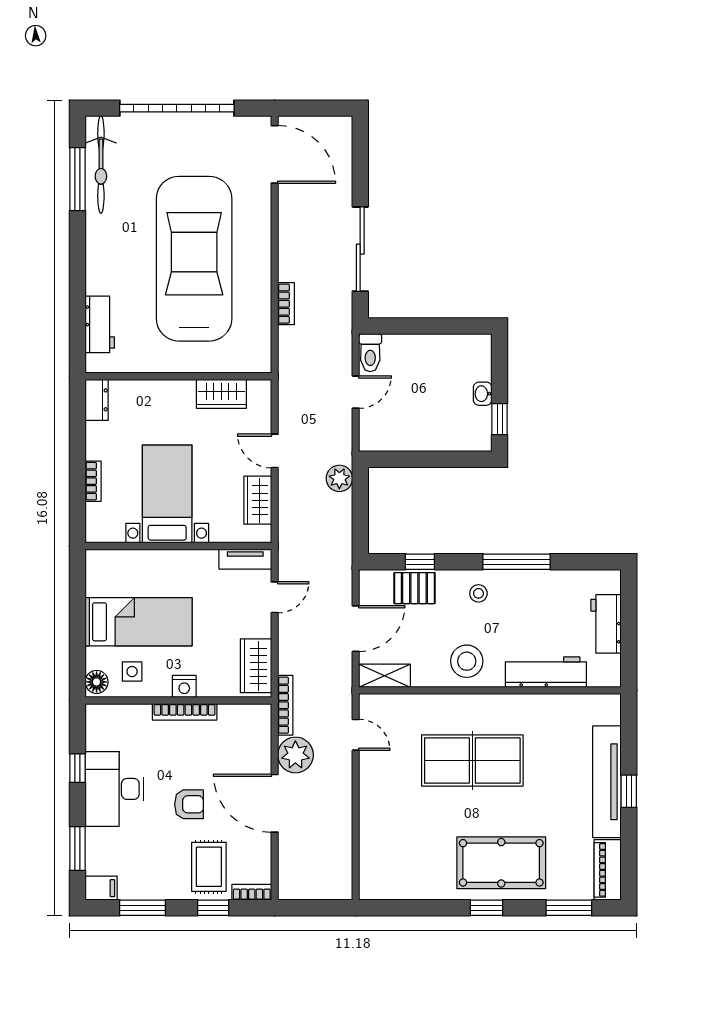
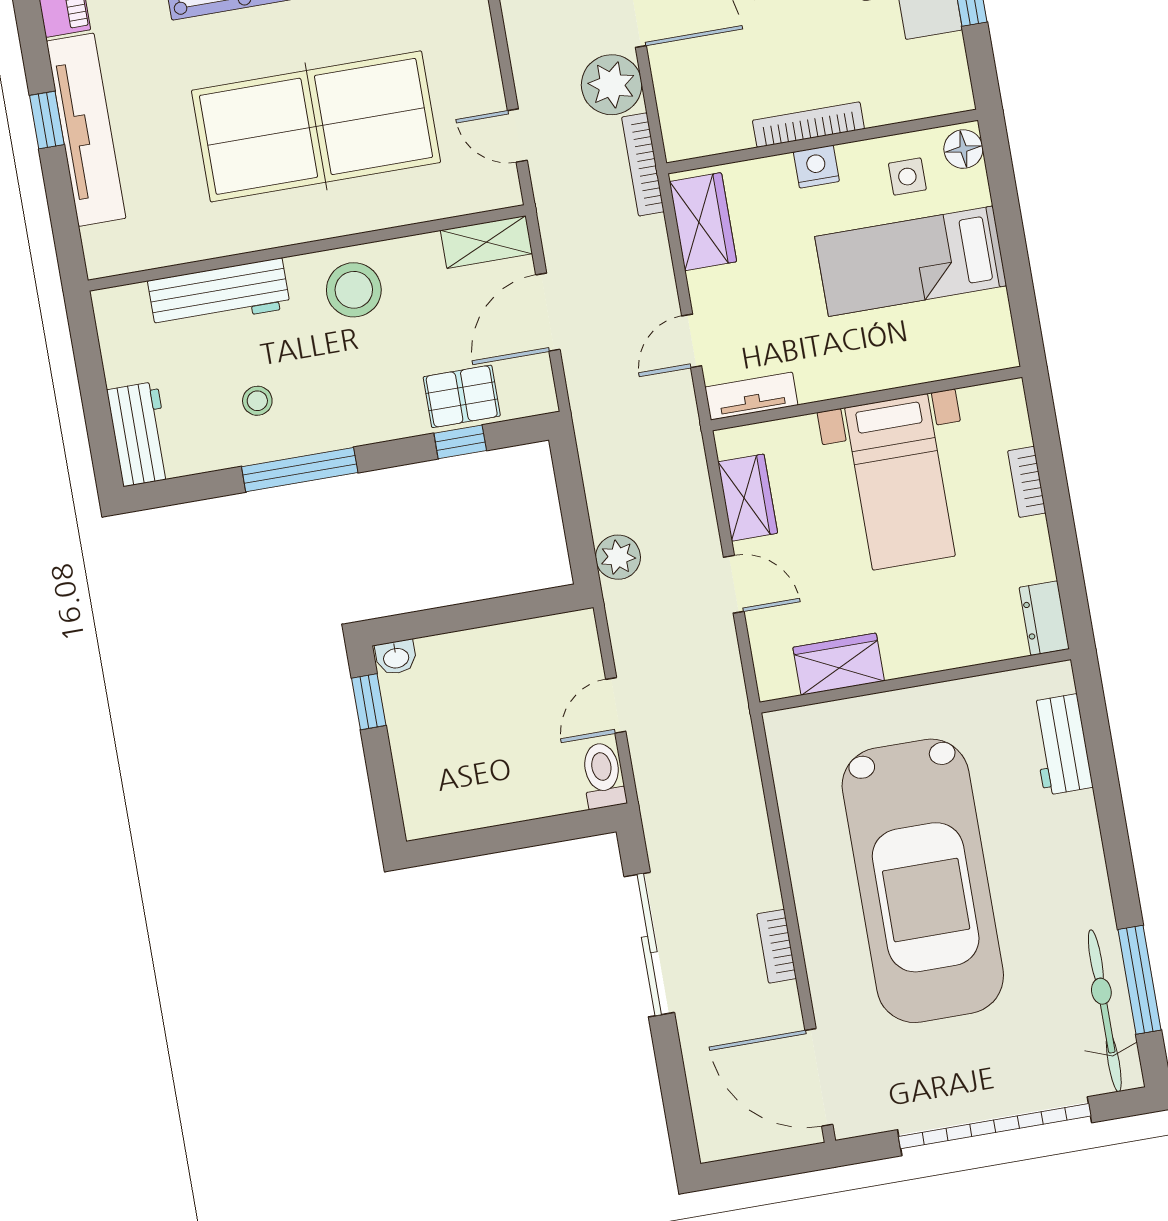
bookcase: (286, 304) -> (777, 946), moved
washbasin: (483, 394) -> (396, 657), moved, turned 90
stool: (478, 593) -> (257, 401), moved
workbench: (606, 624) -> (140, 434), moved
table tennis table: (472, 760) -> (316, 126), width x1.36, depth x1.32

